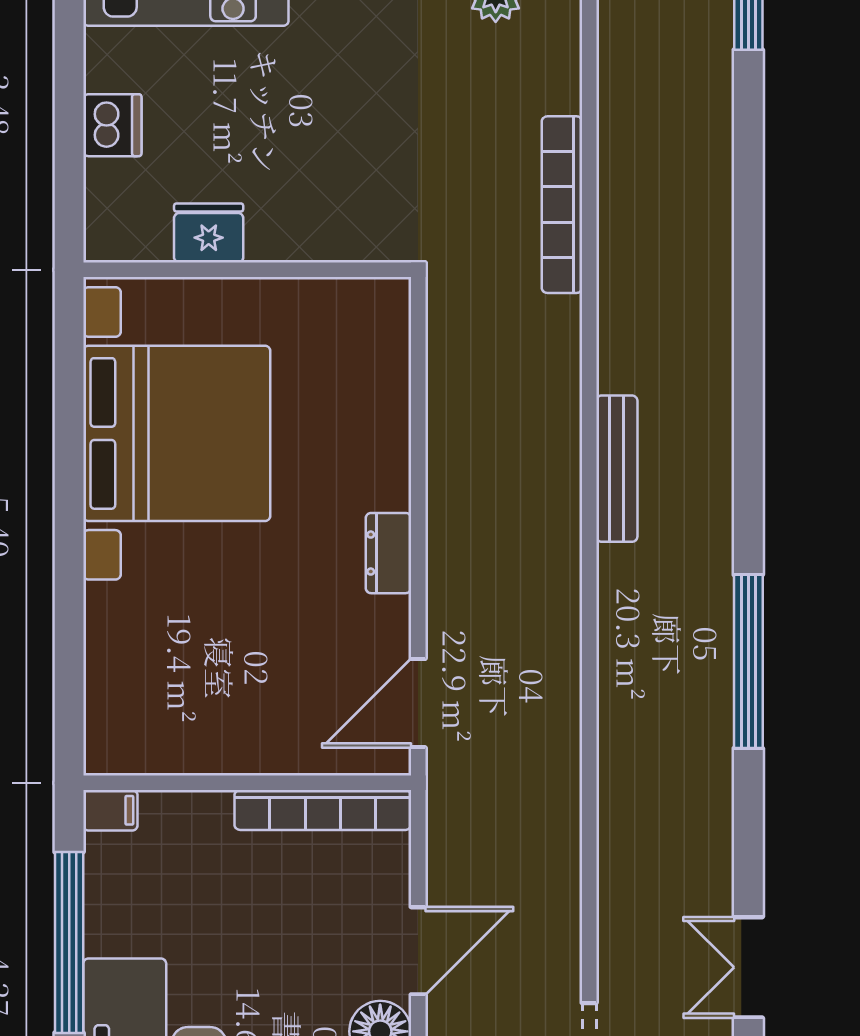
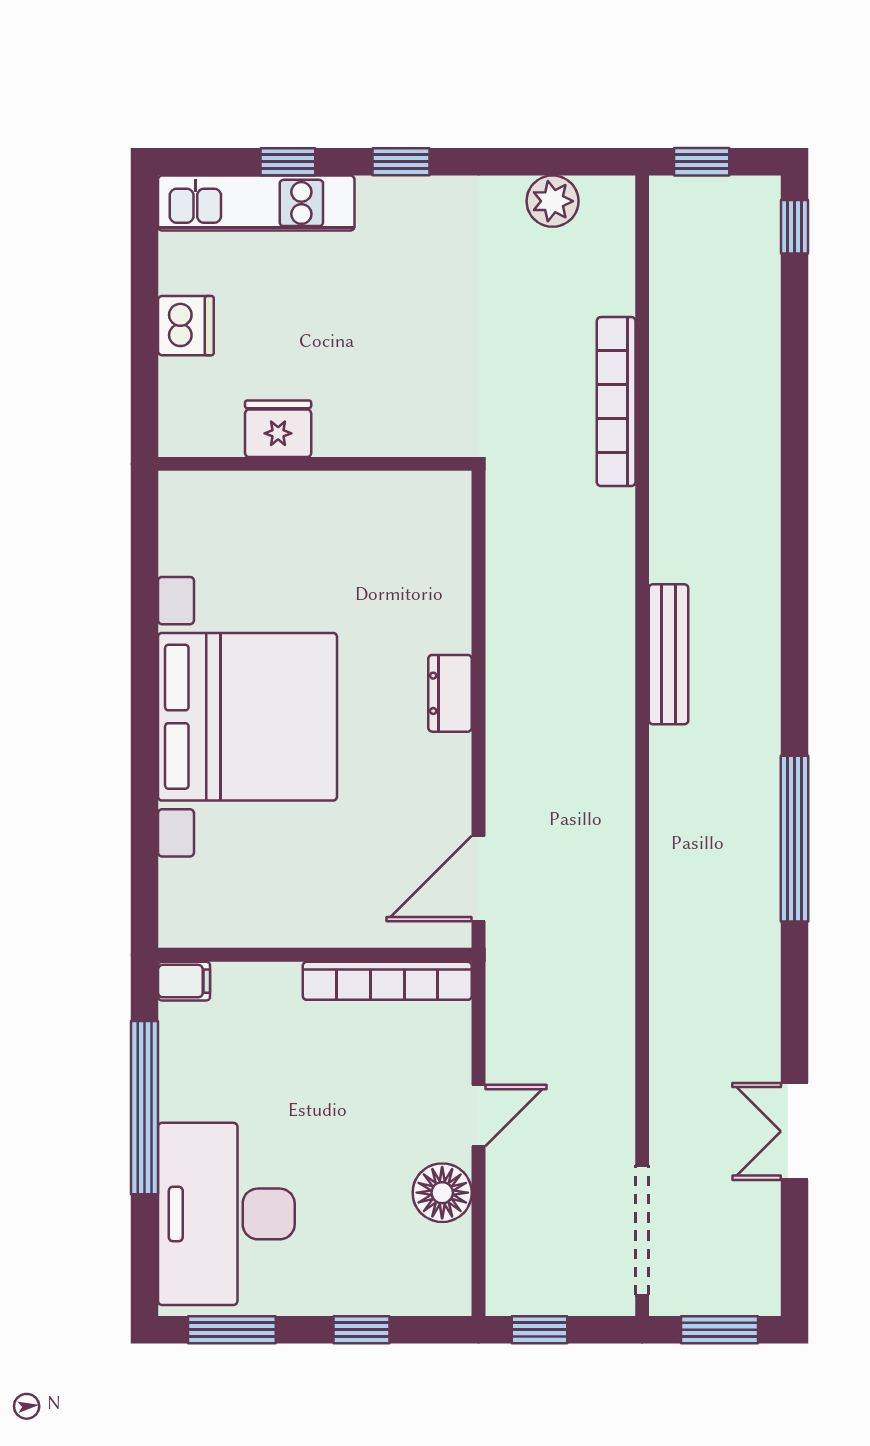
bed with nightstands: (177, 433) -> (248, 717), moved
dresser: (388, 553) -> (450, 693), moved
door: (418, 951) -> (479, 1116), width x0.73

